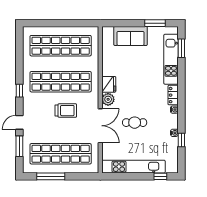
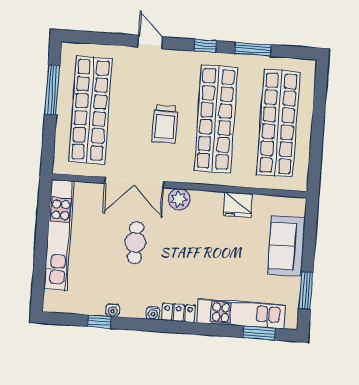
fridge: (109, 84) -> (238, 205), moved
window: (19, 146) -> (253, 49), moved
window: (160, 176) -> (39, 281), removed

